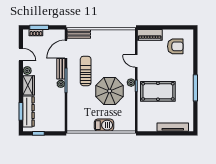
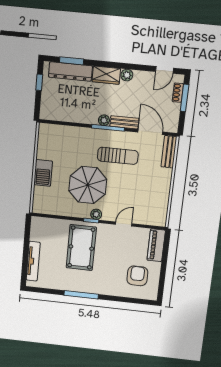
armchair: (175, 46) -> (137, 276), turned 180
door: (21, 55) -> (165, 70), moved

